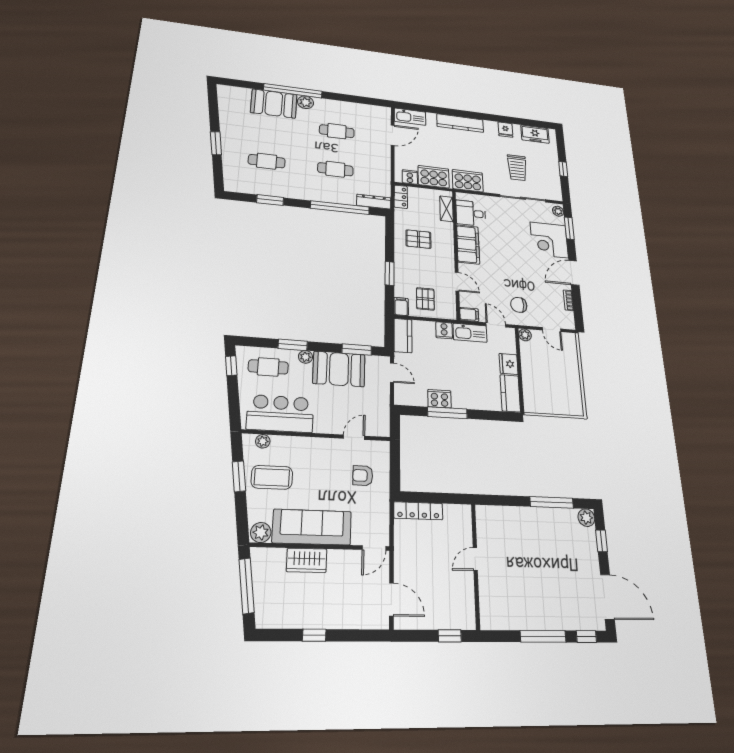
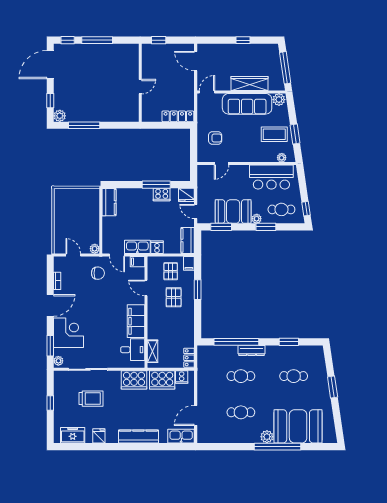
booth: (274, 104) -> (298, 426), width x1.36, depth x1.42
trolley: (517, 168) -> (91, 399), turned 90
dresser: (374, 202) -> (252, 350), moved
pallet: (418, 239) -> (174, 297), moved, turned 90
fridge: (509, 364) -> (186, 195), moved, turned 90
wardrobe: (307, 560) -> (249, 83), width x1.50
door: (607, 597) -> (50, 65), hinge flipped

